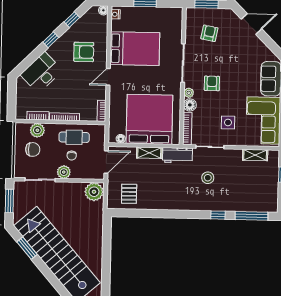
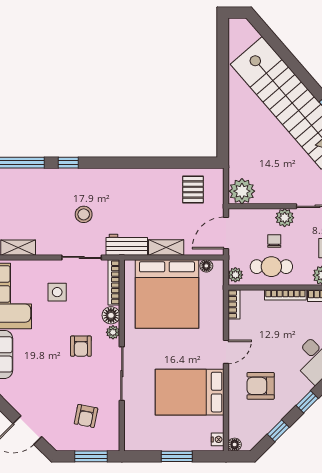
plant: (100, 132) -> (235, 275), added

